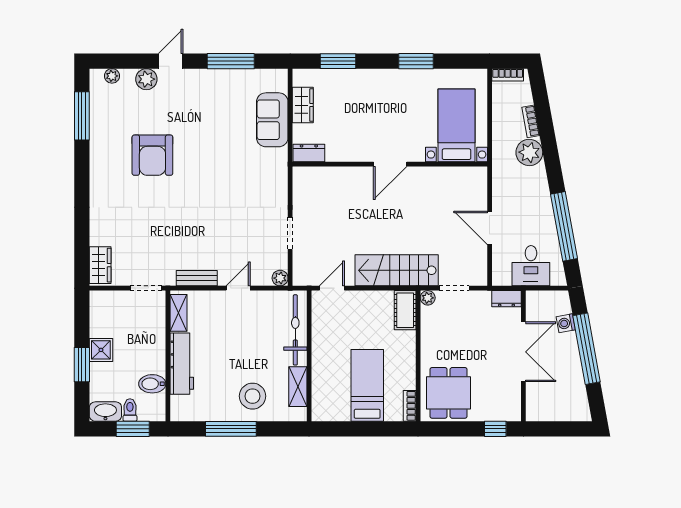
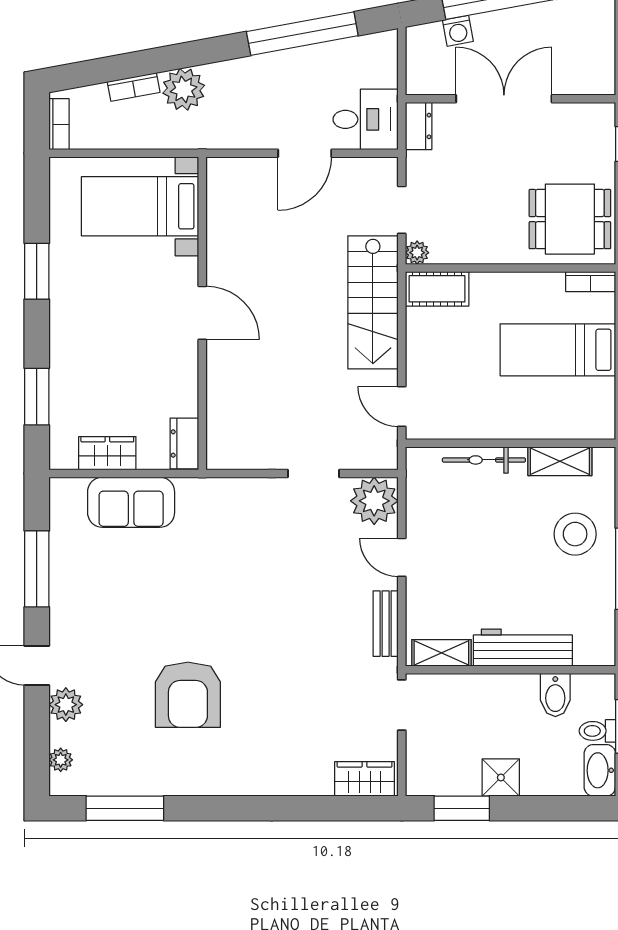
armchair: (152, 155) -> (188, 695), turned 90
desk: (531, 266) -> (366, 119), moved
plant: (280, 278) -> (374, 501), width x1.87, depth x1.87
bicycle: (295, 330) -> (484, 460), width x0.73, depth x0.71
window: (82, 365) -> (462, 808), moved

